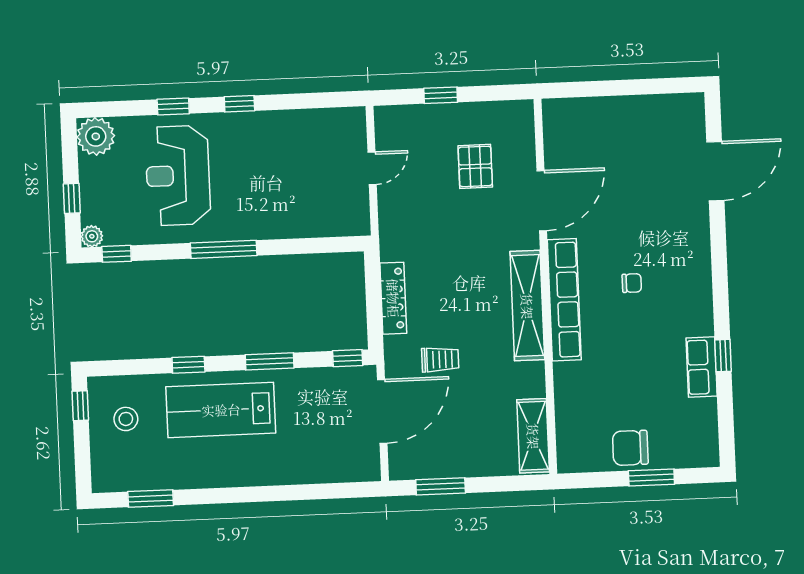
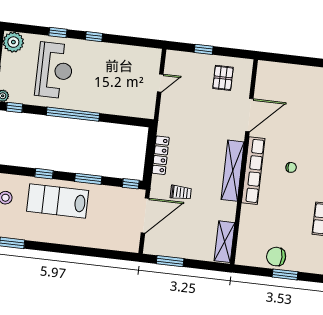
pallet: (475, 166) -> (223, 78), moved
reception desk: (178, 176) -> (54, 70), turned 180
window: (224, 249) -> (73, 114), width x1.46

